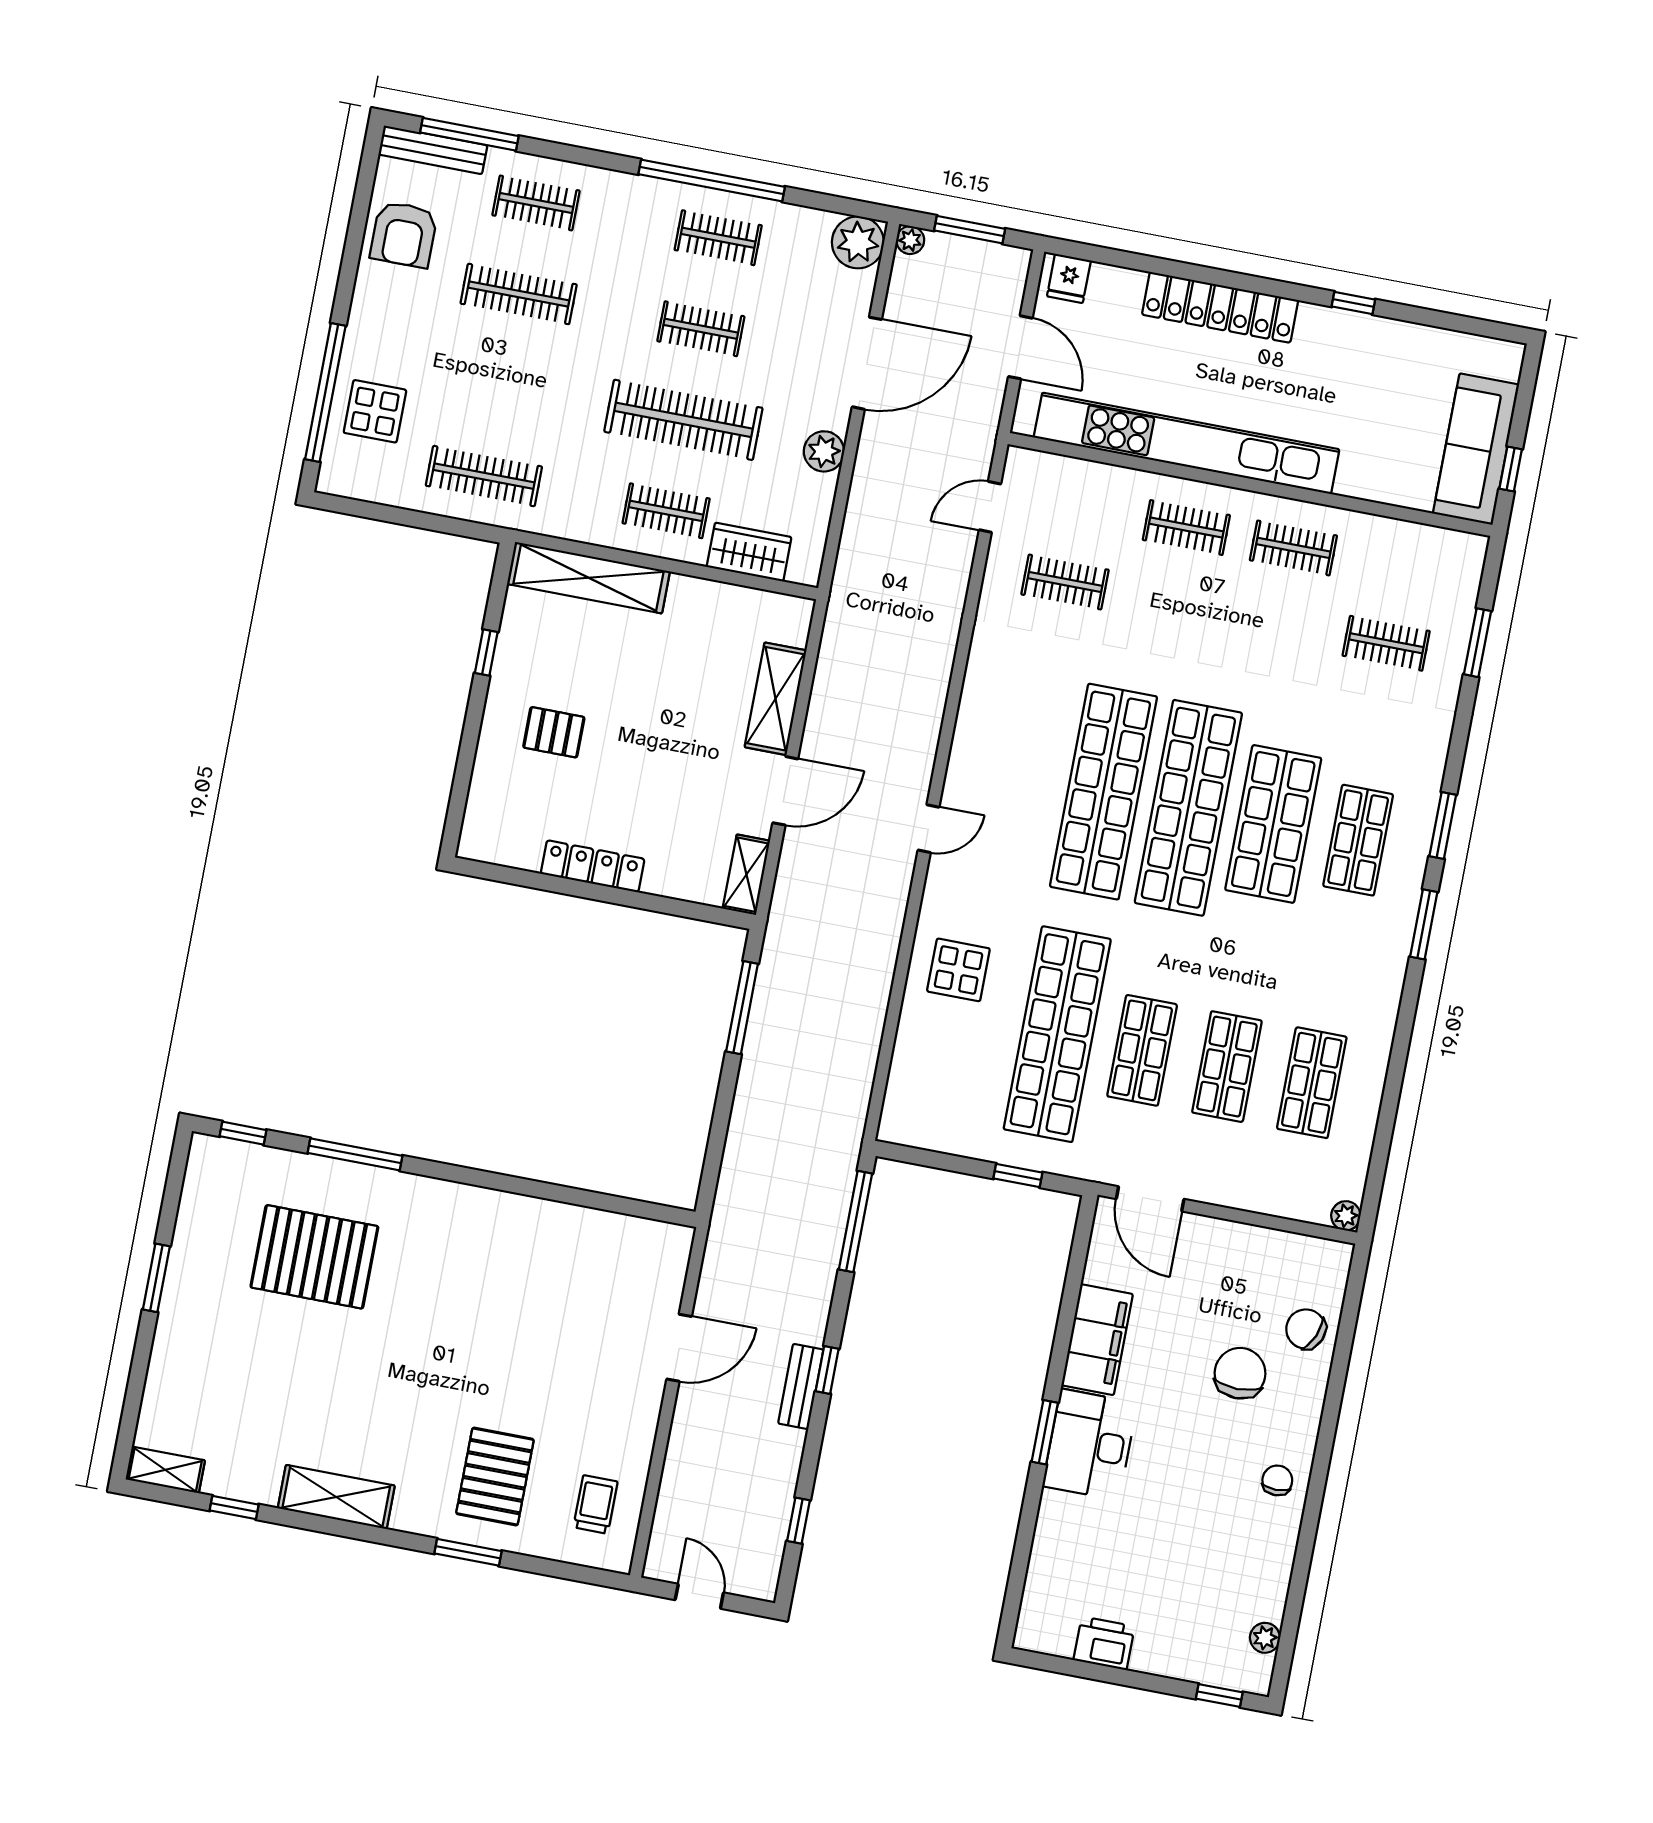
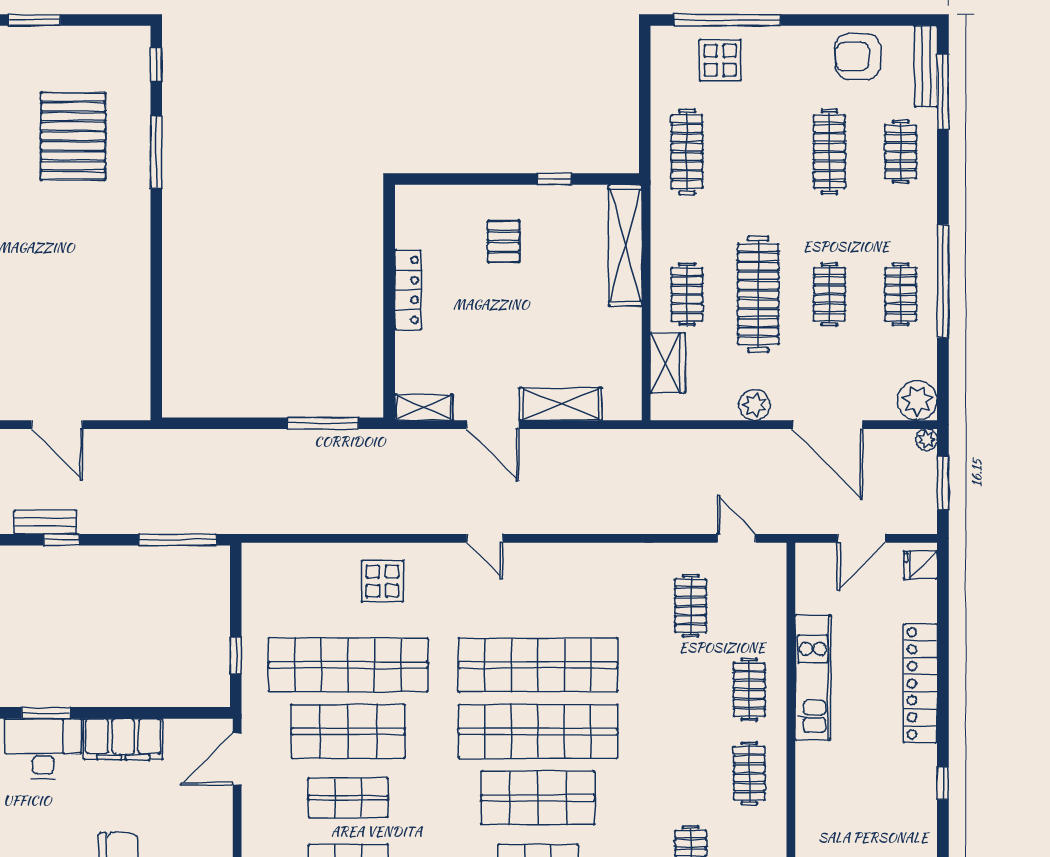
kitchen unit: (1187, 443) -> (813, 678), width x0.54
shop shelf: (1142, 1050) -> (348, 731), width x1.43, depth x1.36

